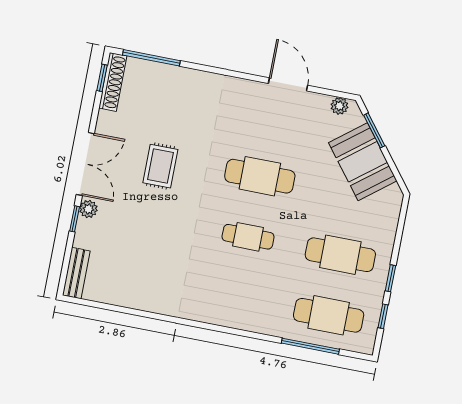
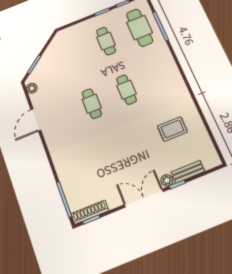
booth: (363, 162) -> (53, 60), removed
rug: (160, 166) -> (172, 129), moved
cafe table: (260, 176) -> (92, 104), width x0.73, depth x0.74
cafe table: (340, 255) -> (106, 41), width x0.73, depth x0.74
bench: (76, 273) -> (188, 172), moved

